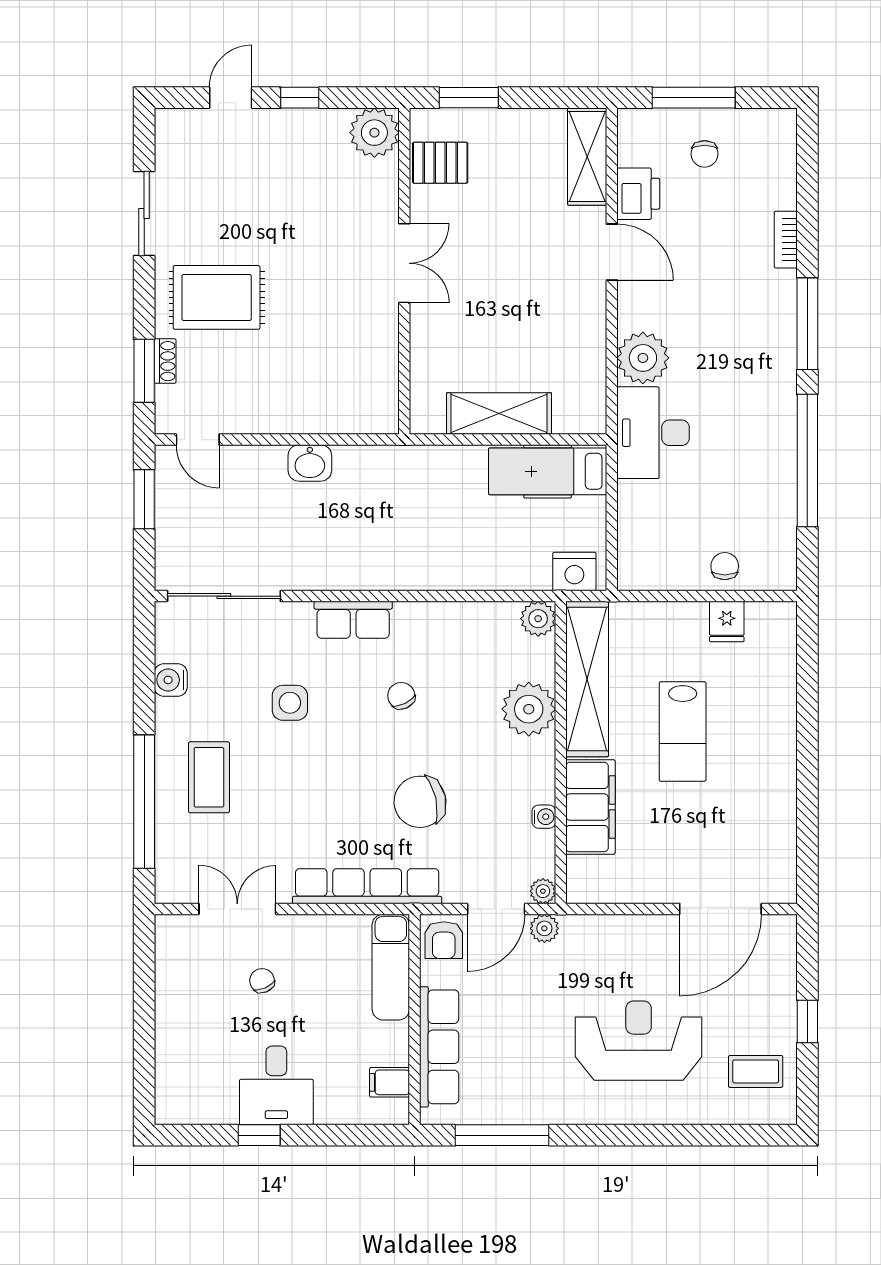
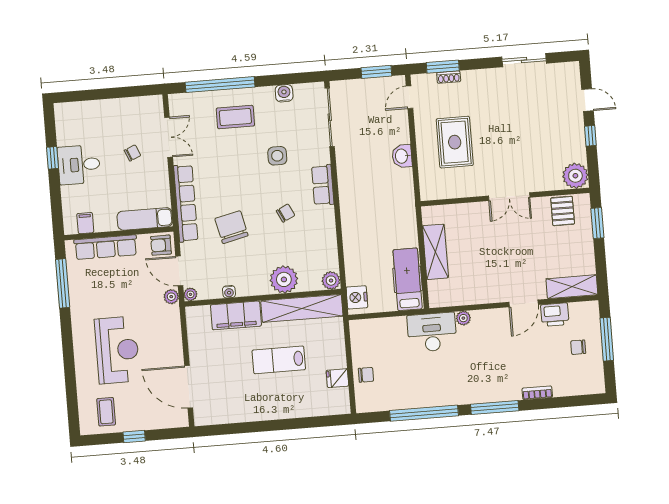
rug: (217, 297) -> (455, 142), moved
plant: (643, 358) -> (463, 318), width x0.53, depth x0.53

